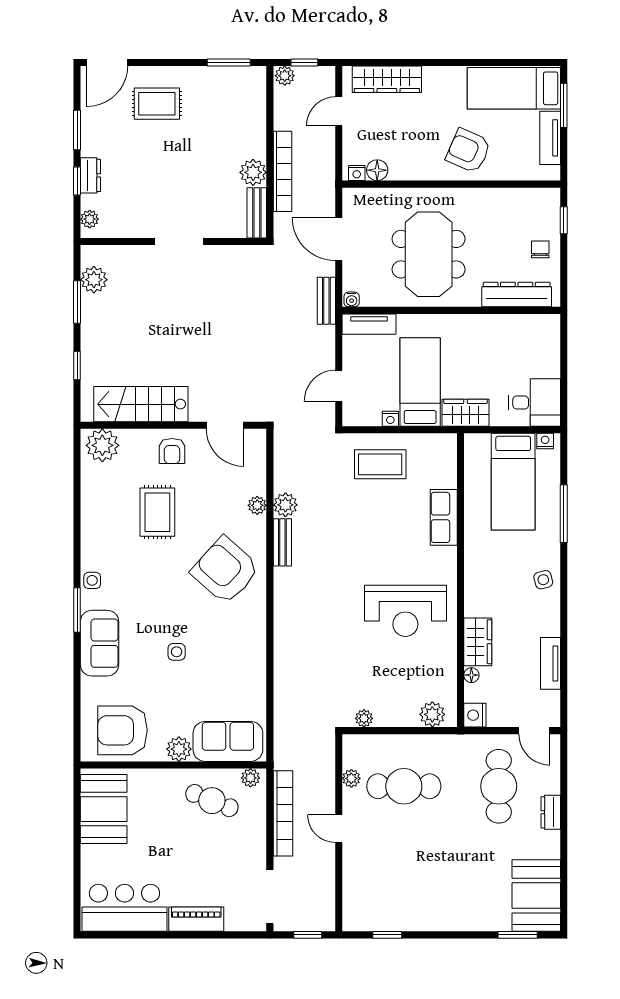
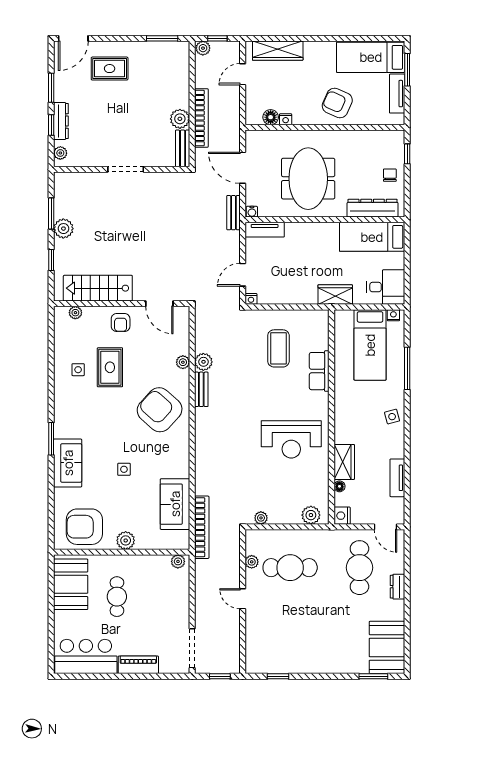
nightstand: (357, 173) -> (286, 119), moved
dresser: (90, 175) -> (61, 121), width x1.44
plant: (94, 280) -> (63, 229), moved
bed: (420, 382) -> (372, 237), moved, turned -90
nightstand: (390, 419) -> (251, 299), moved
plant: (102, 445) -> (75, 313), width x0.53, depth x0.53
coffee table: (380, 464) -> (278, 348), moved, turned 90
side table: (92, 580) -> (78, 370), moved
sofa: (228, 741) -> (175, 504), moved, turned -90
cafe table: (212, 801) -> (117, 597), moved, turned 68
bookcase: (283, 813) -> (202, 527), moved

